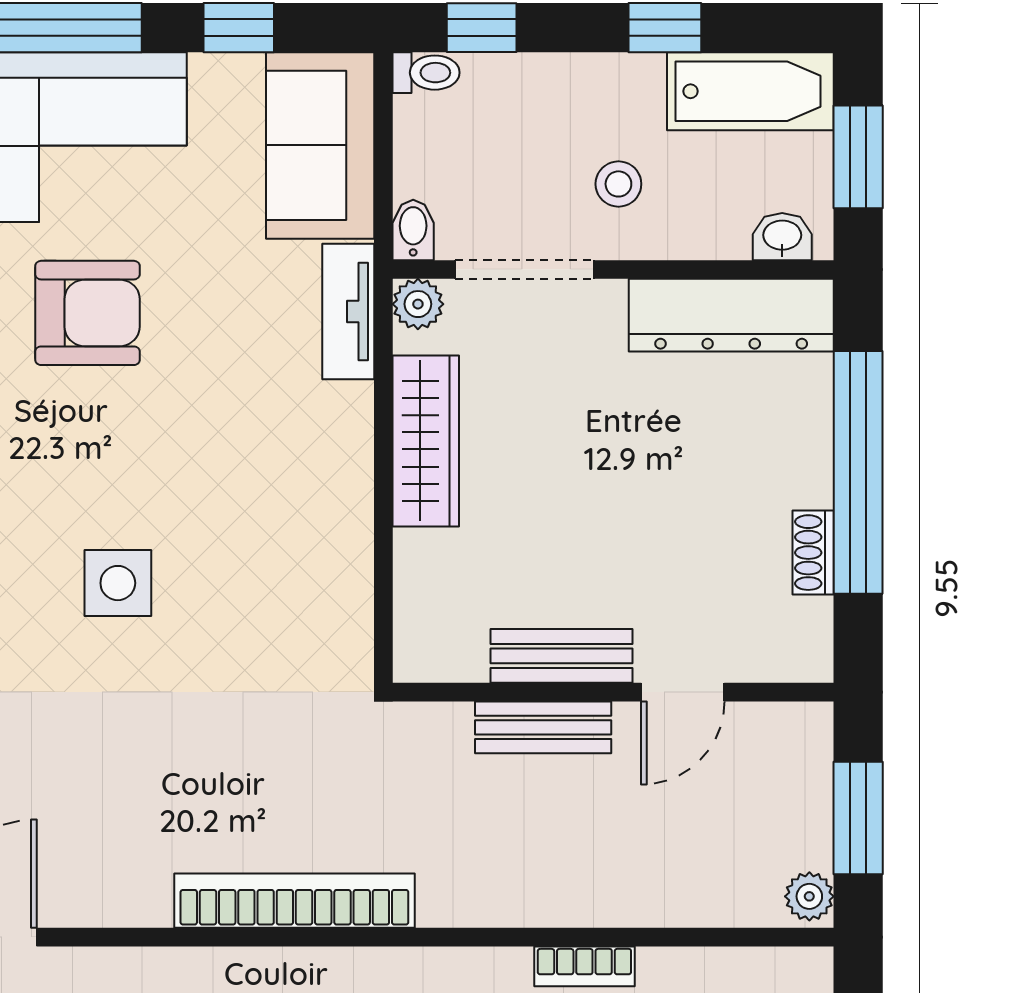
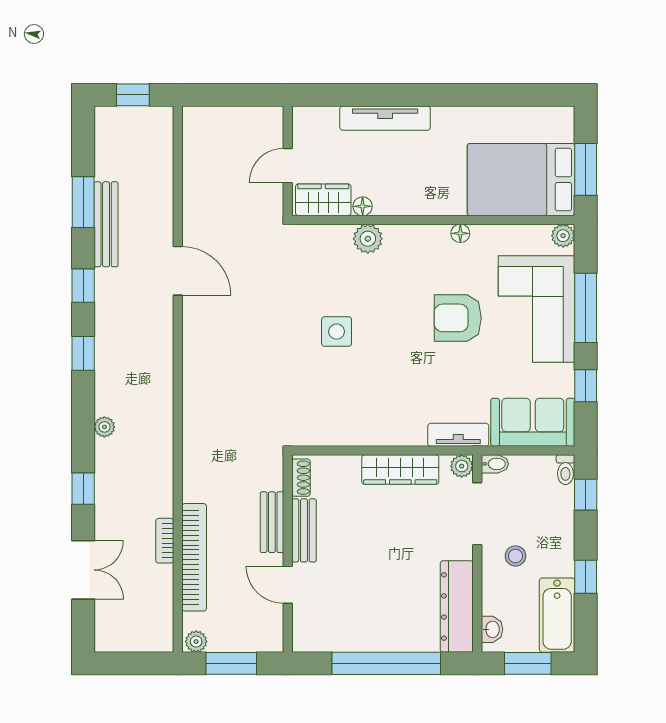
armchair: (88, 313) -> (458, 318), turned 90
shoe rack: (813, 553) -> (301, 478), moved, turned 90
bookcase: (294, 901) -> (194, 557), moved

